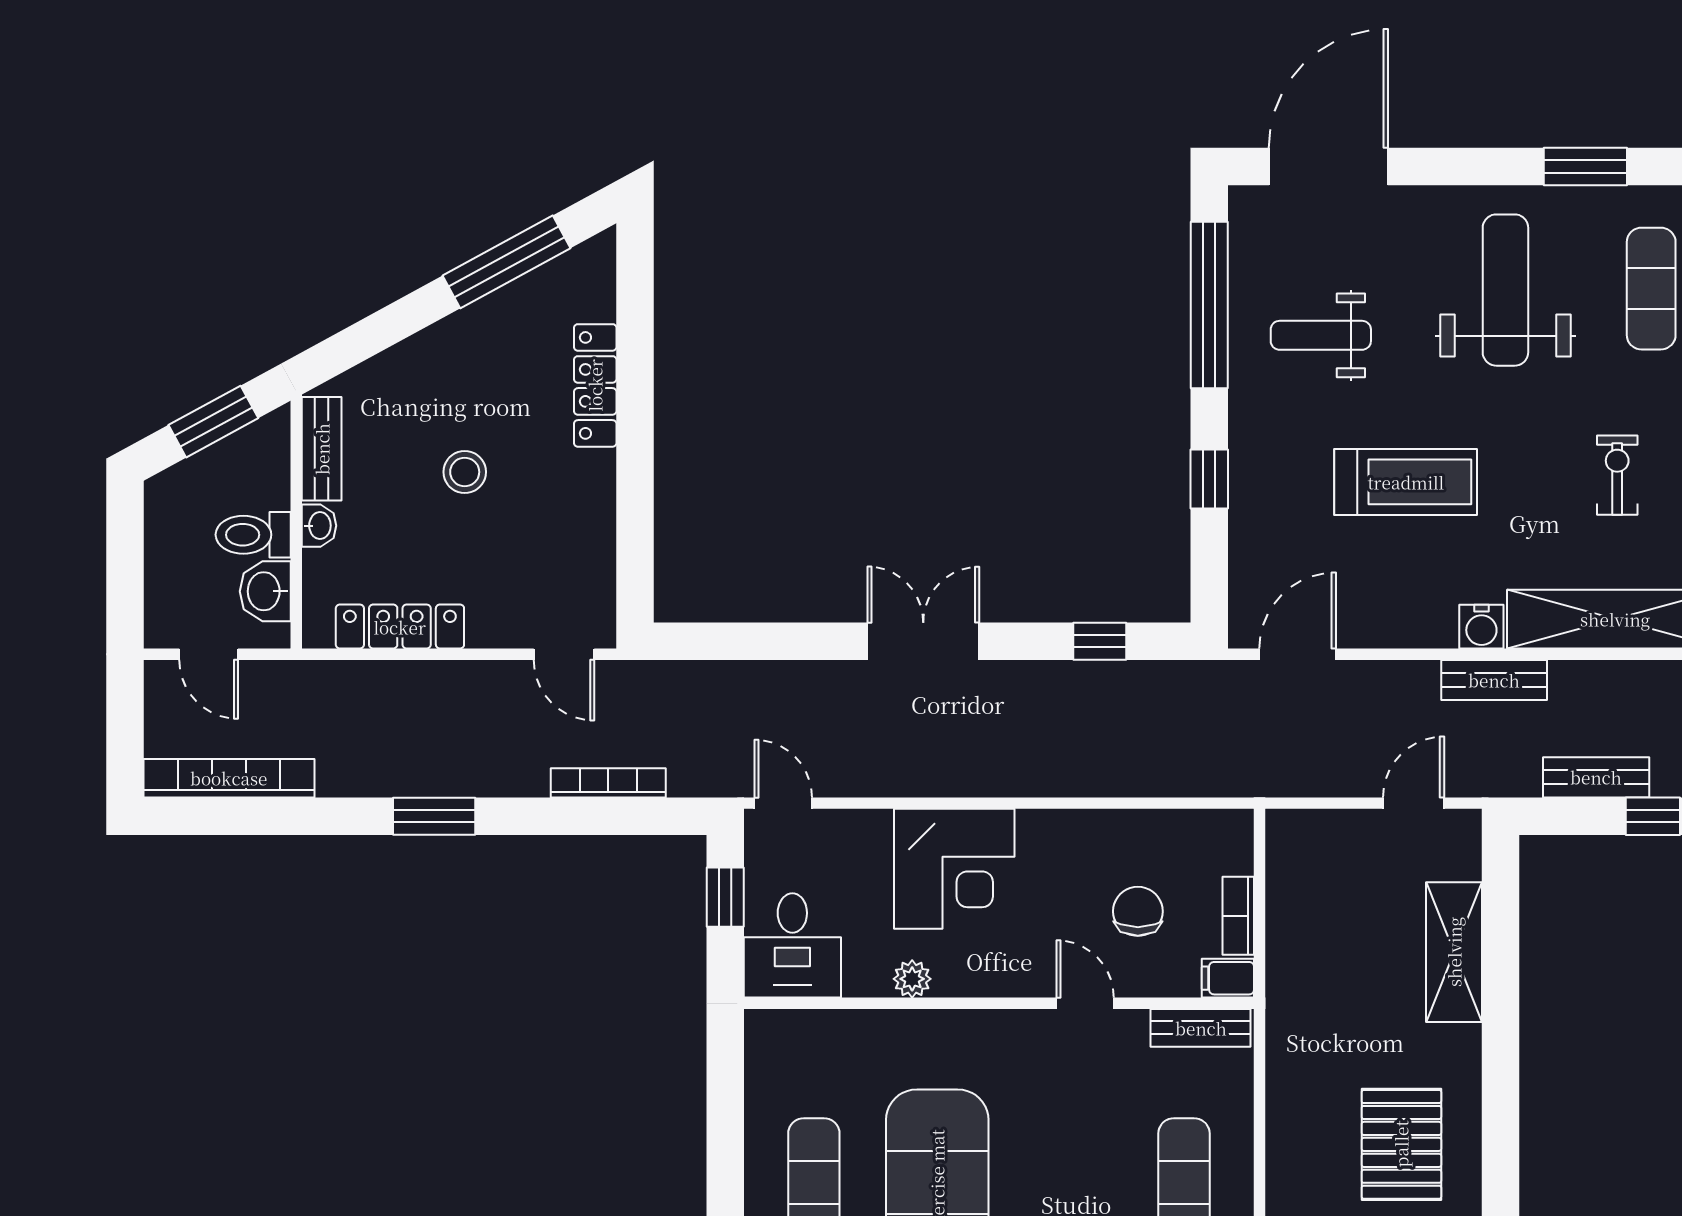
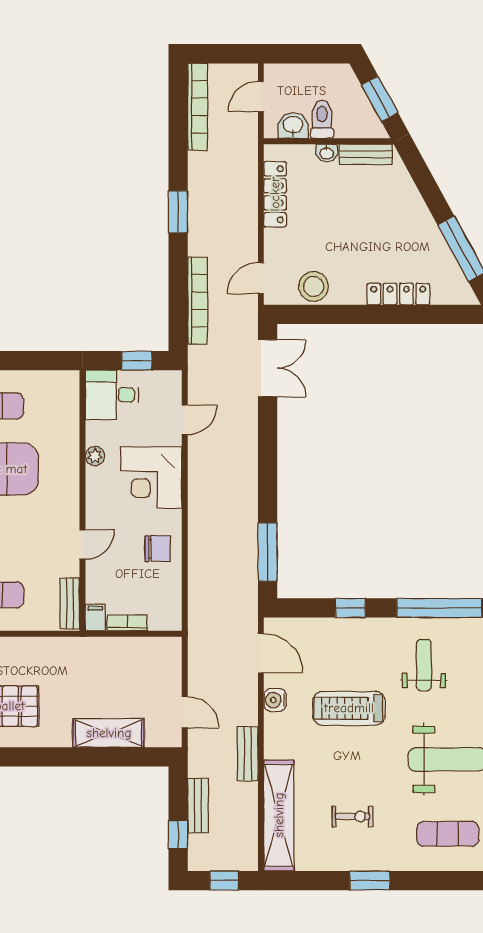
stool: (465, 472) -> (314, 286), moved, width x1.38, depth x1.38
treadmill: (1406, 482) -> (349, 708), turned 90
water cooler: (1481, 627) -> (275, 700), moved
double door: (923, 641) -> (268, 368), moved
window: (1100, 641) -> (268, 552), width x2.17
bookcase: (608, 783) -> (197, 301), width x1.48, depth x1.31
door: (783, 803) -> (185, 420), moved
chair: (1138, 911) -> (158, 549), moved

